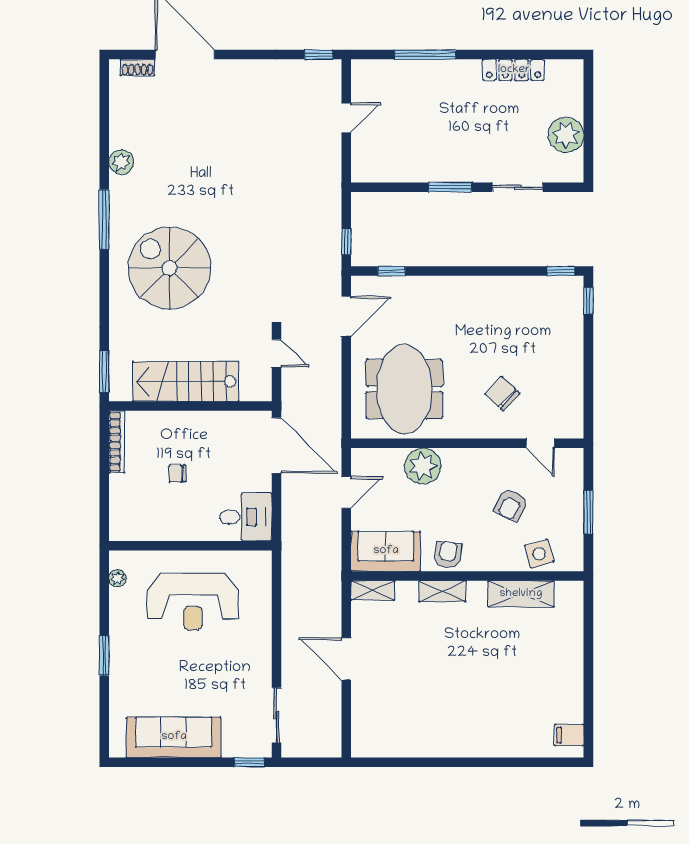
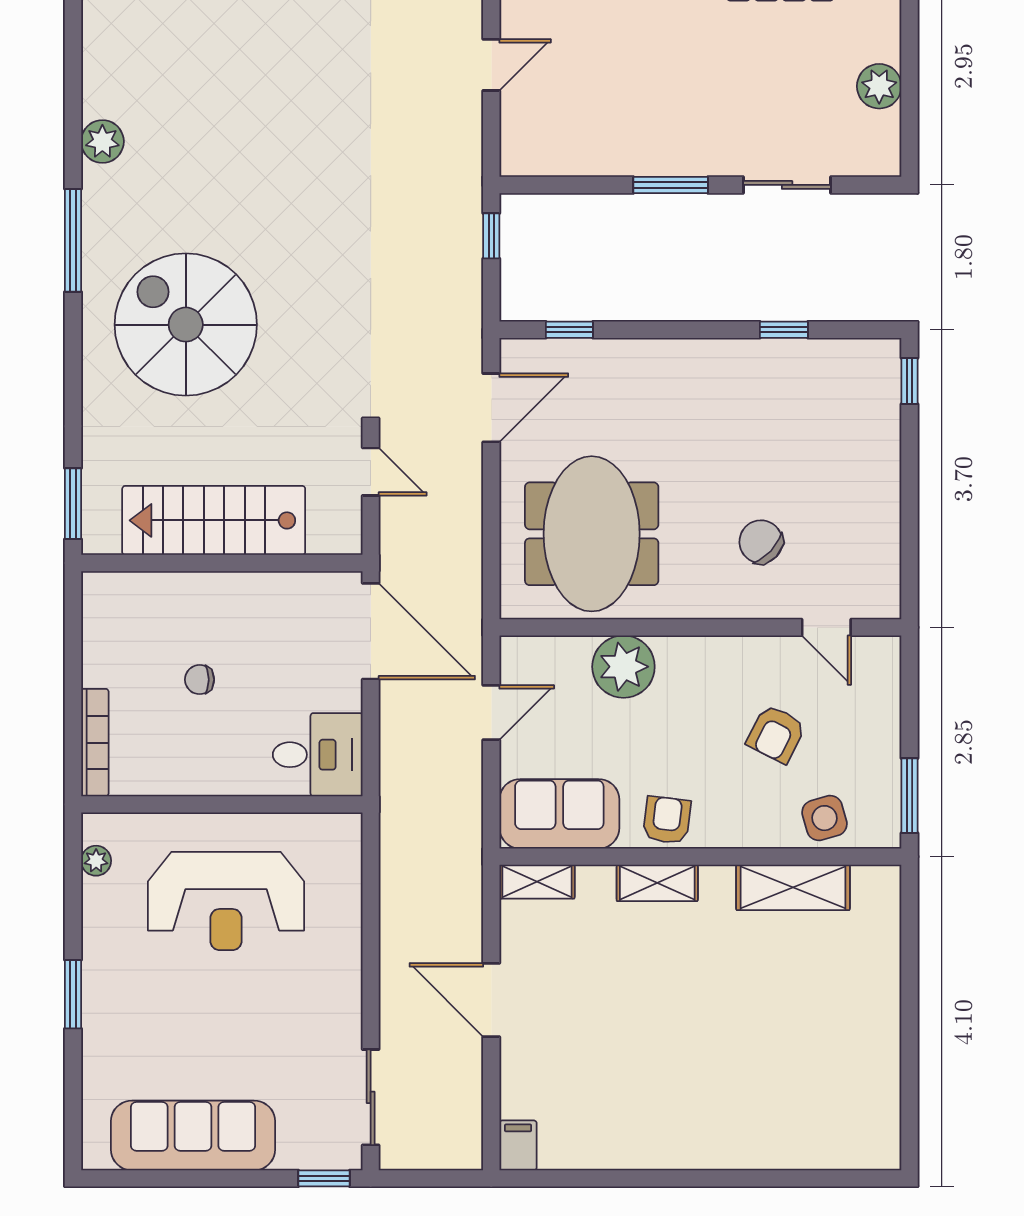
plant: (566, 135) -> (879, 86), width x0.73, depth x0.73
window: (346, 242) -> (491, 236), moved
window: (561, 271) -> (784, 330), moved
bookcase: (117, 442) -> (95, 743), moved
window: (588, 512) -> (910, 796), moved
filing cabinet: (569, 735) -> (518, 1145), moved, turned 90

